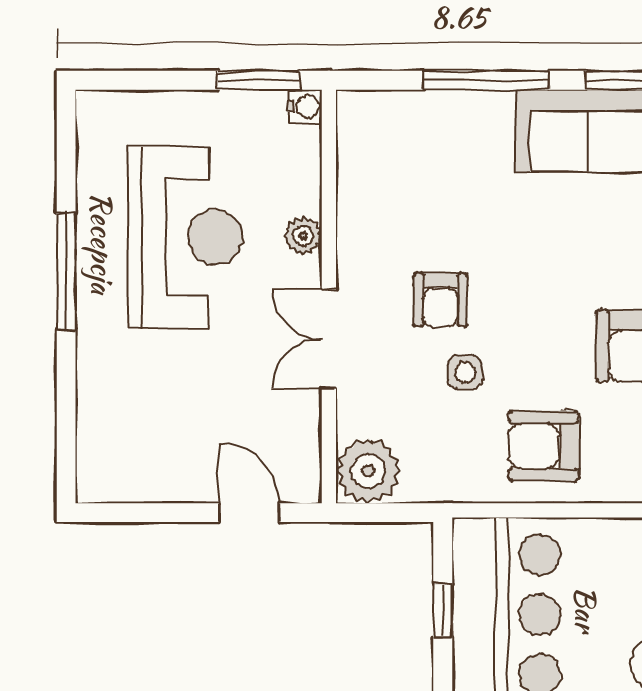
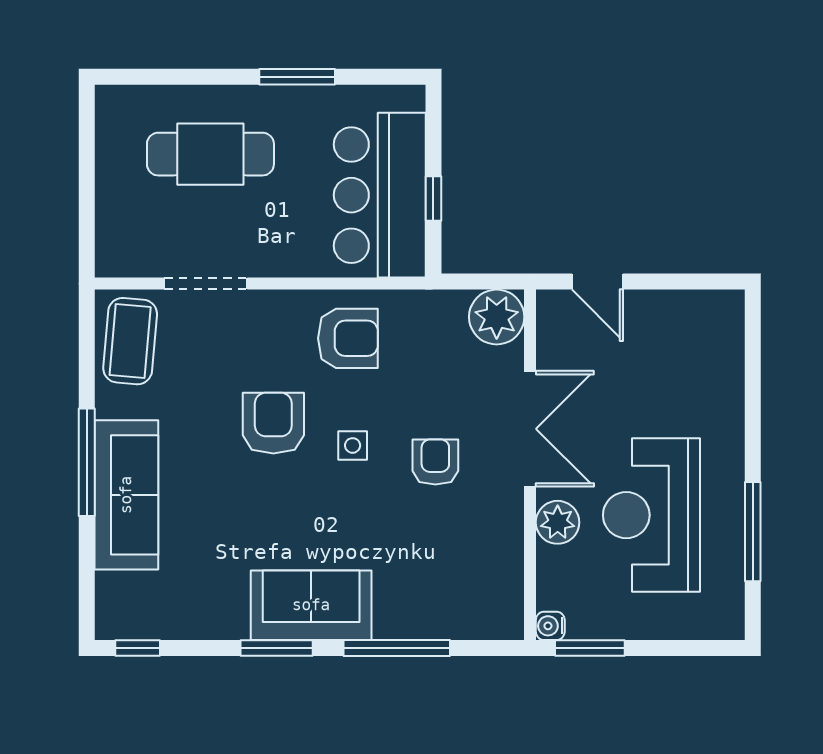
plant: (303, 236) -> (558, 522), width x1.38, depth x1.38
window: (66, 271) -> (753, 532), moved
double door: (329, 339) -> (530, 429), width x1.37
side table: (465, 372) -> (353, 445), moved

